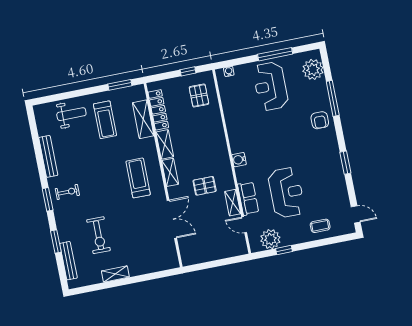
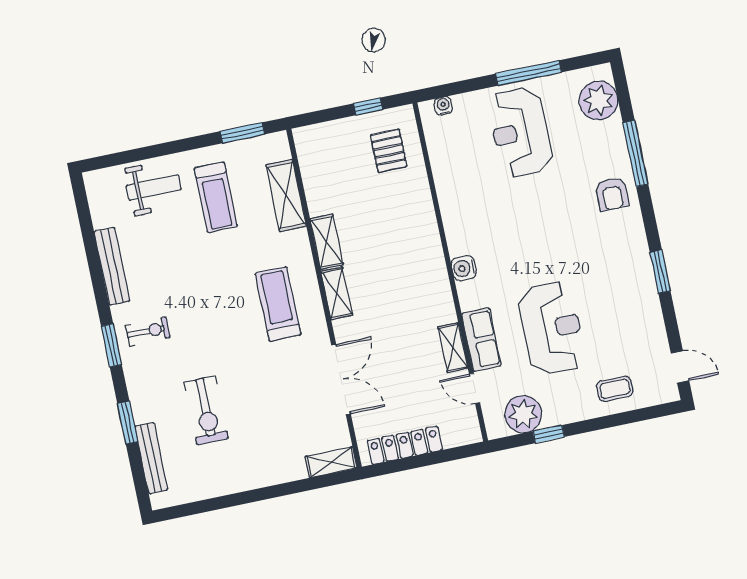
locker: (158, 110) -> (405, 445), moved, turned -90
pallet: (205, 186) -> (401, 317), removed
shelving: (115, 274) -> (331, 462), moved

